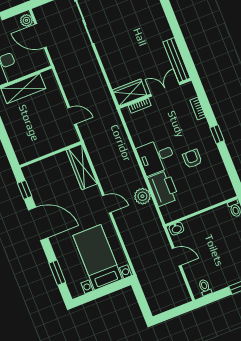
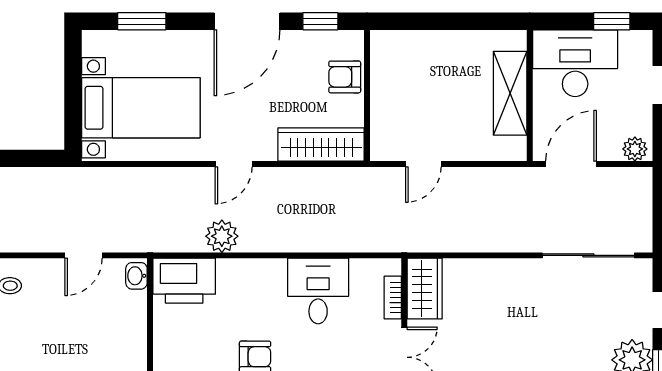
door: (40, 36) -> (571, 164), moved
desk: (156, 157) -> (318, 291), moved
armchair: (46, 168) -> (345, 77), added
printer: (163, 188) -> (184, 281), moved

